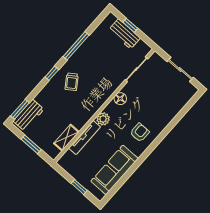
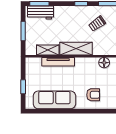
trolley: (72, 82) -> (97, 24), moved
shelving: (87, 112) -> (76, 49), added
plant: (103, 119) -> (81, 63), removed

